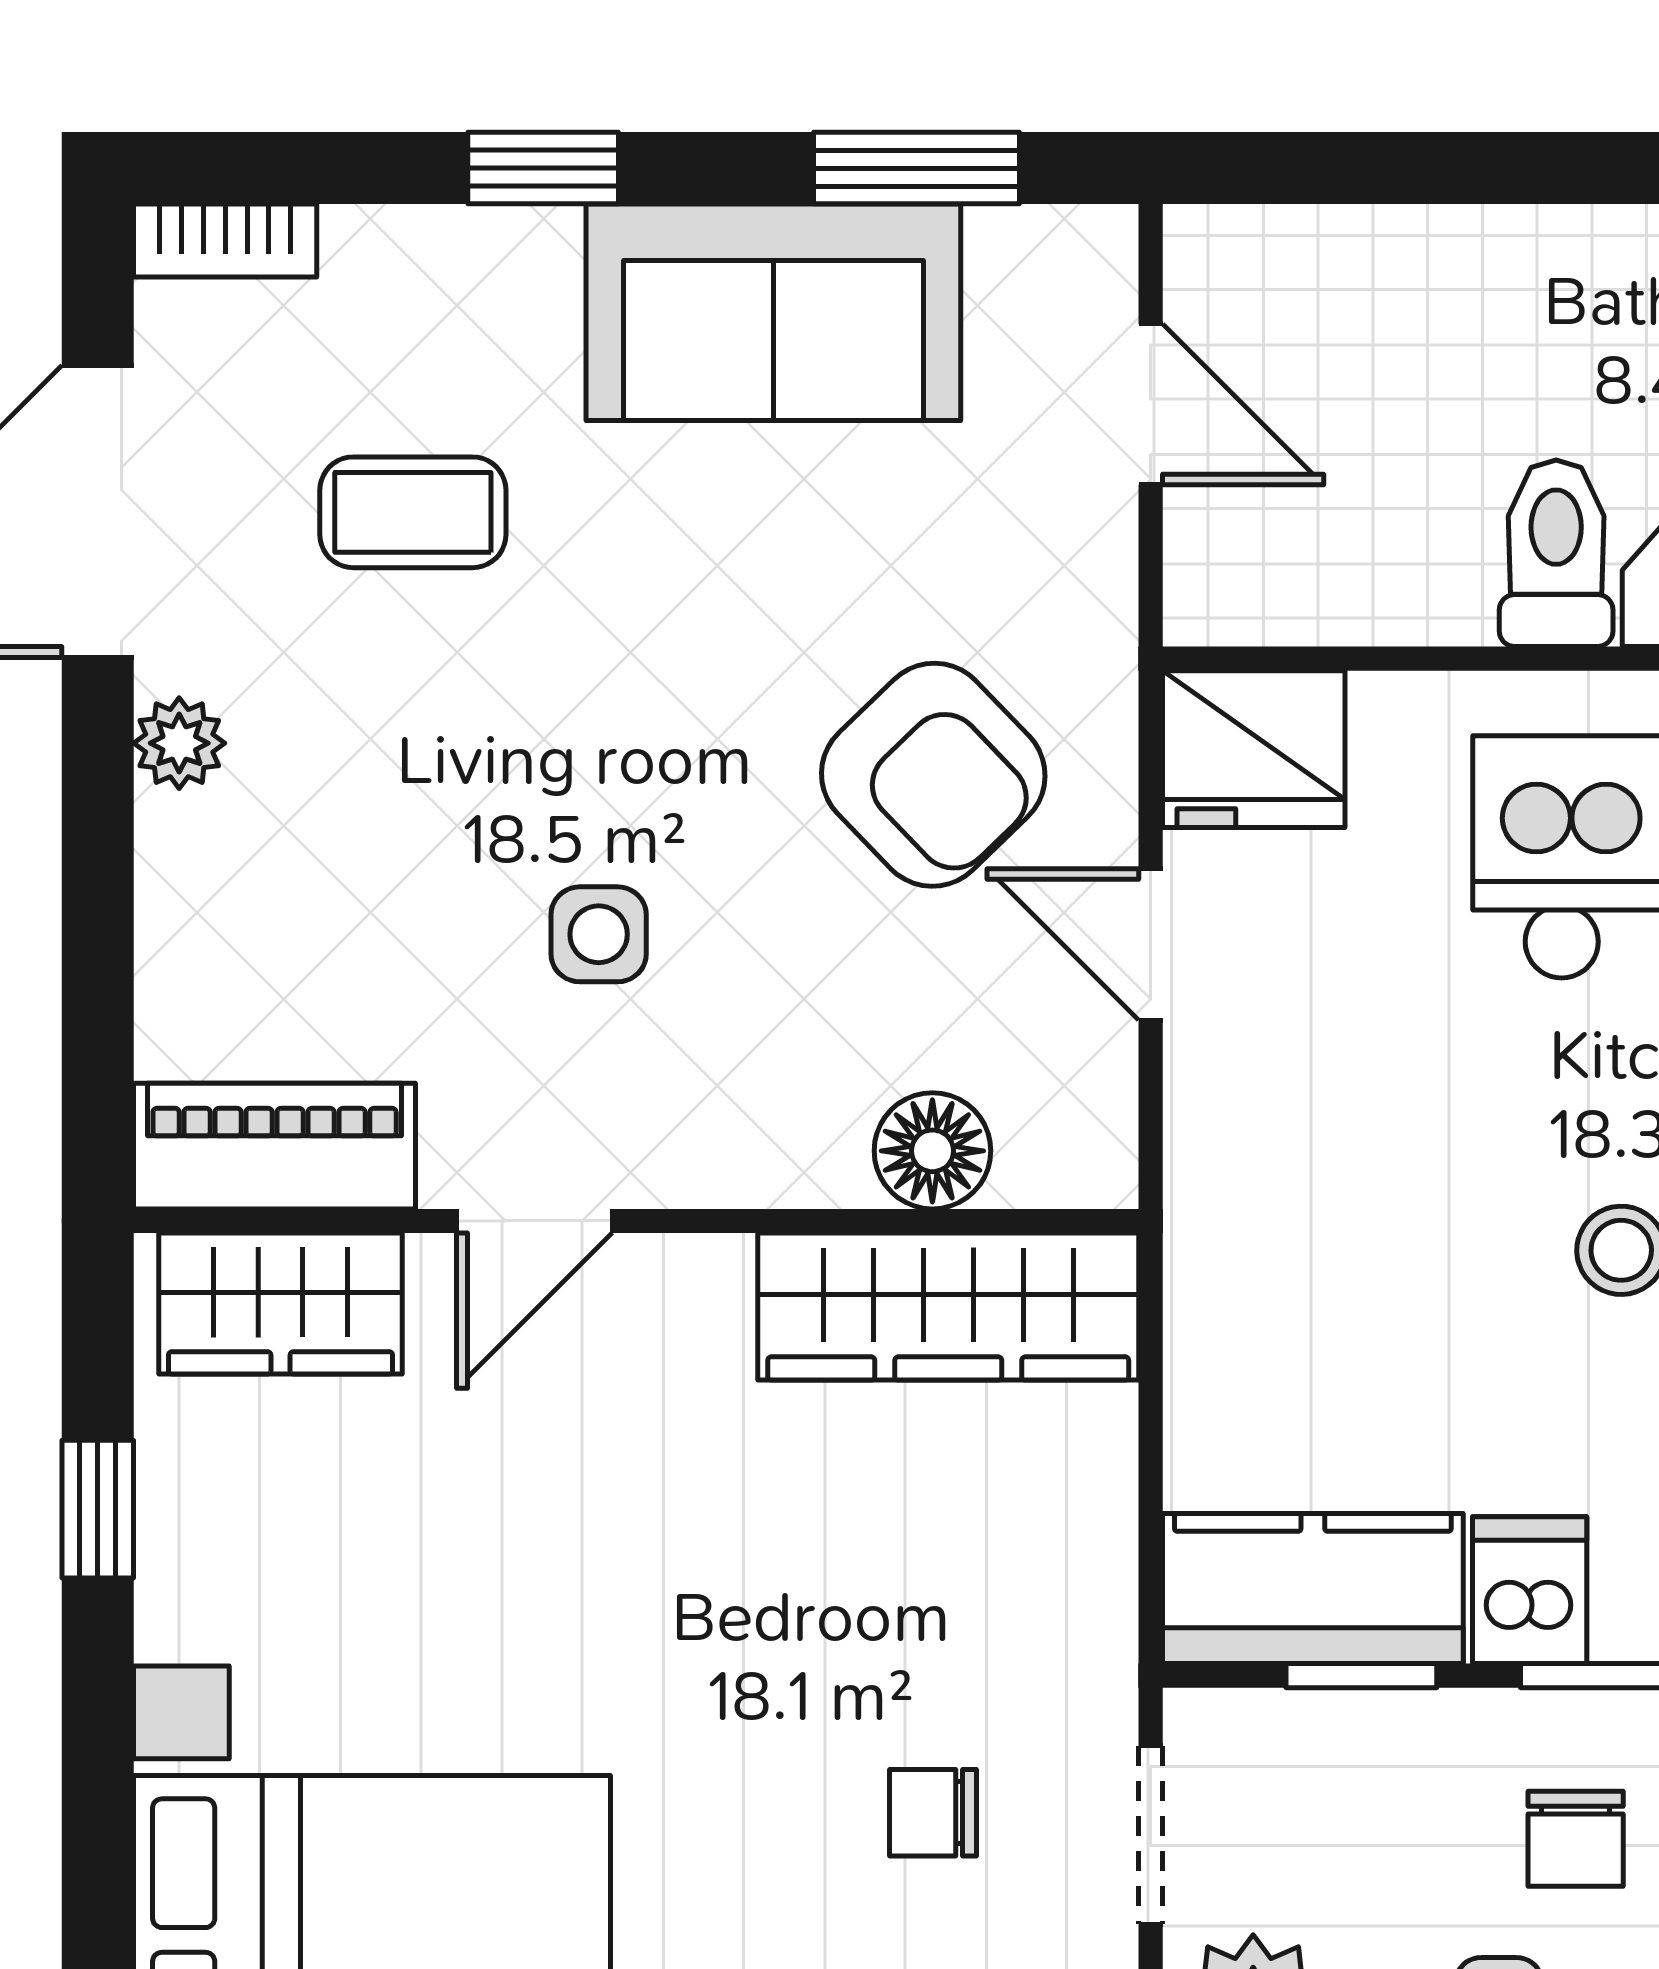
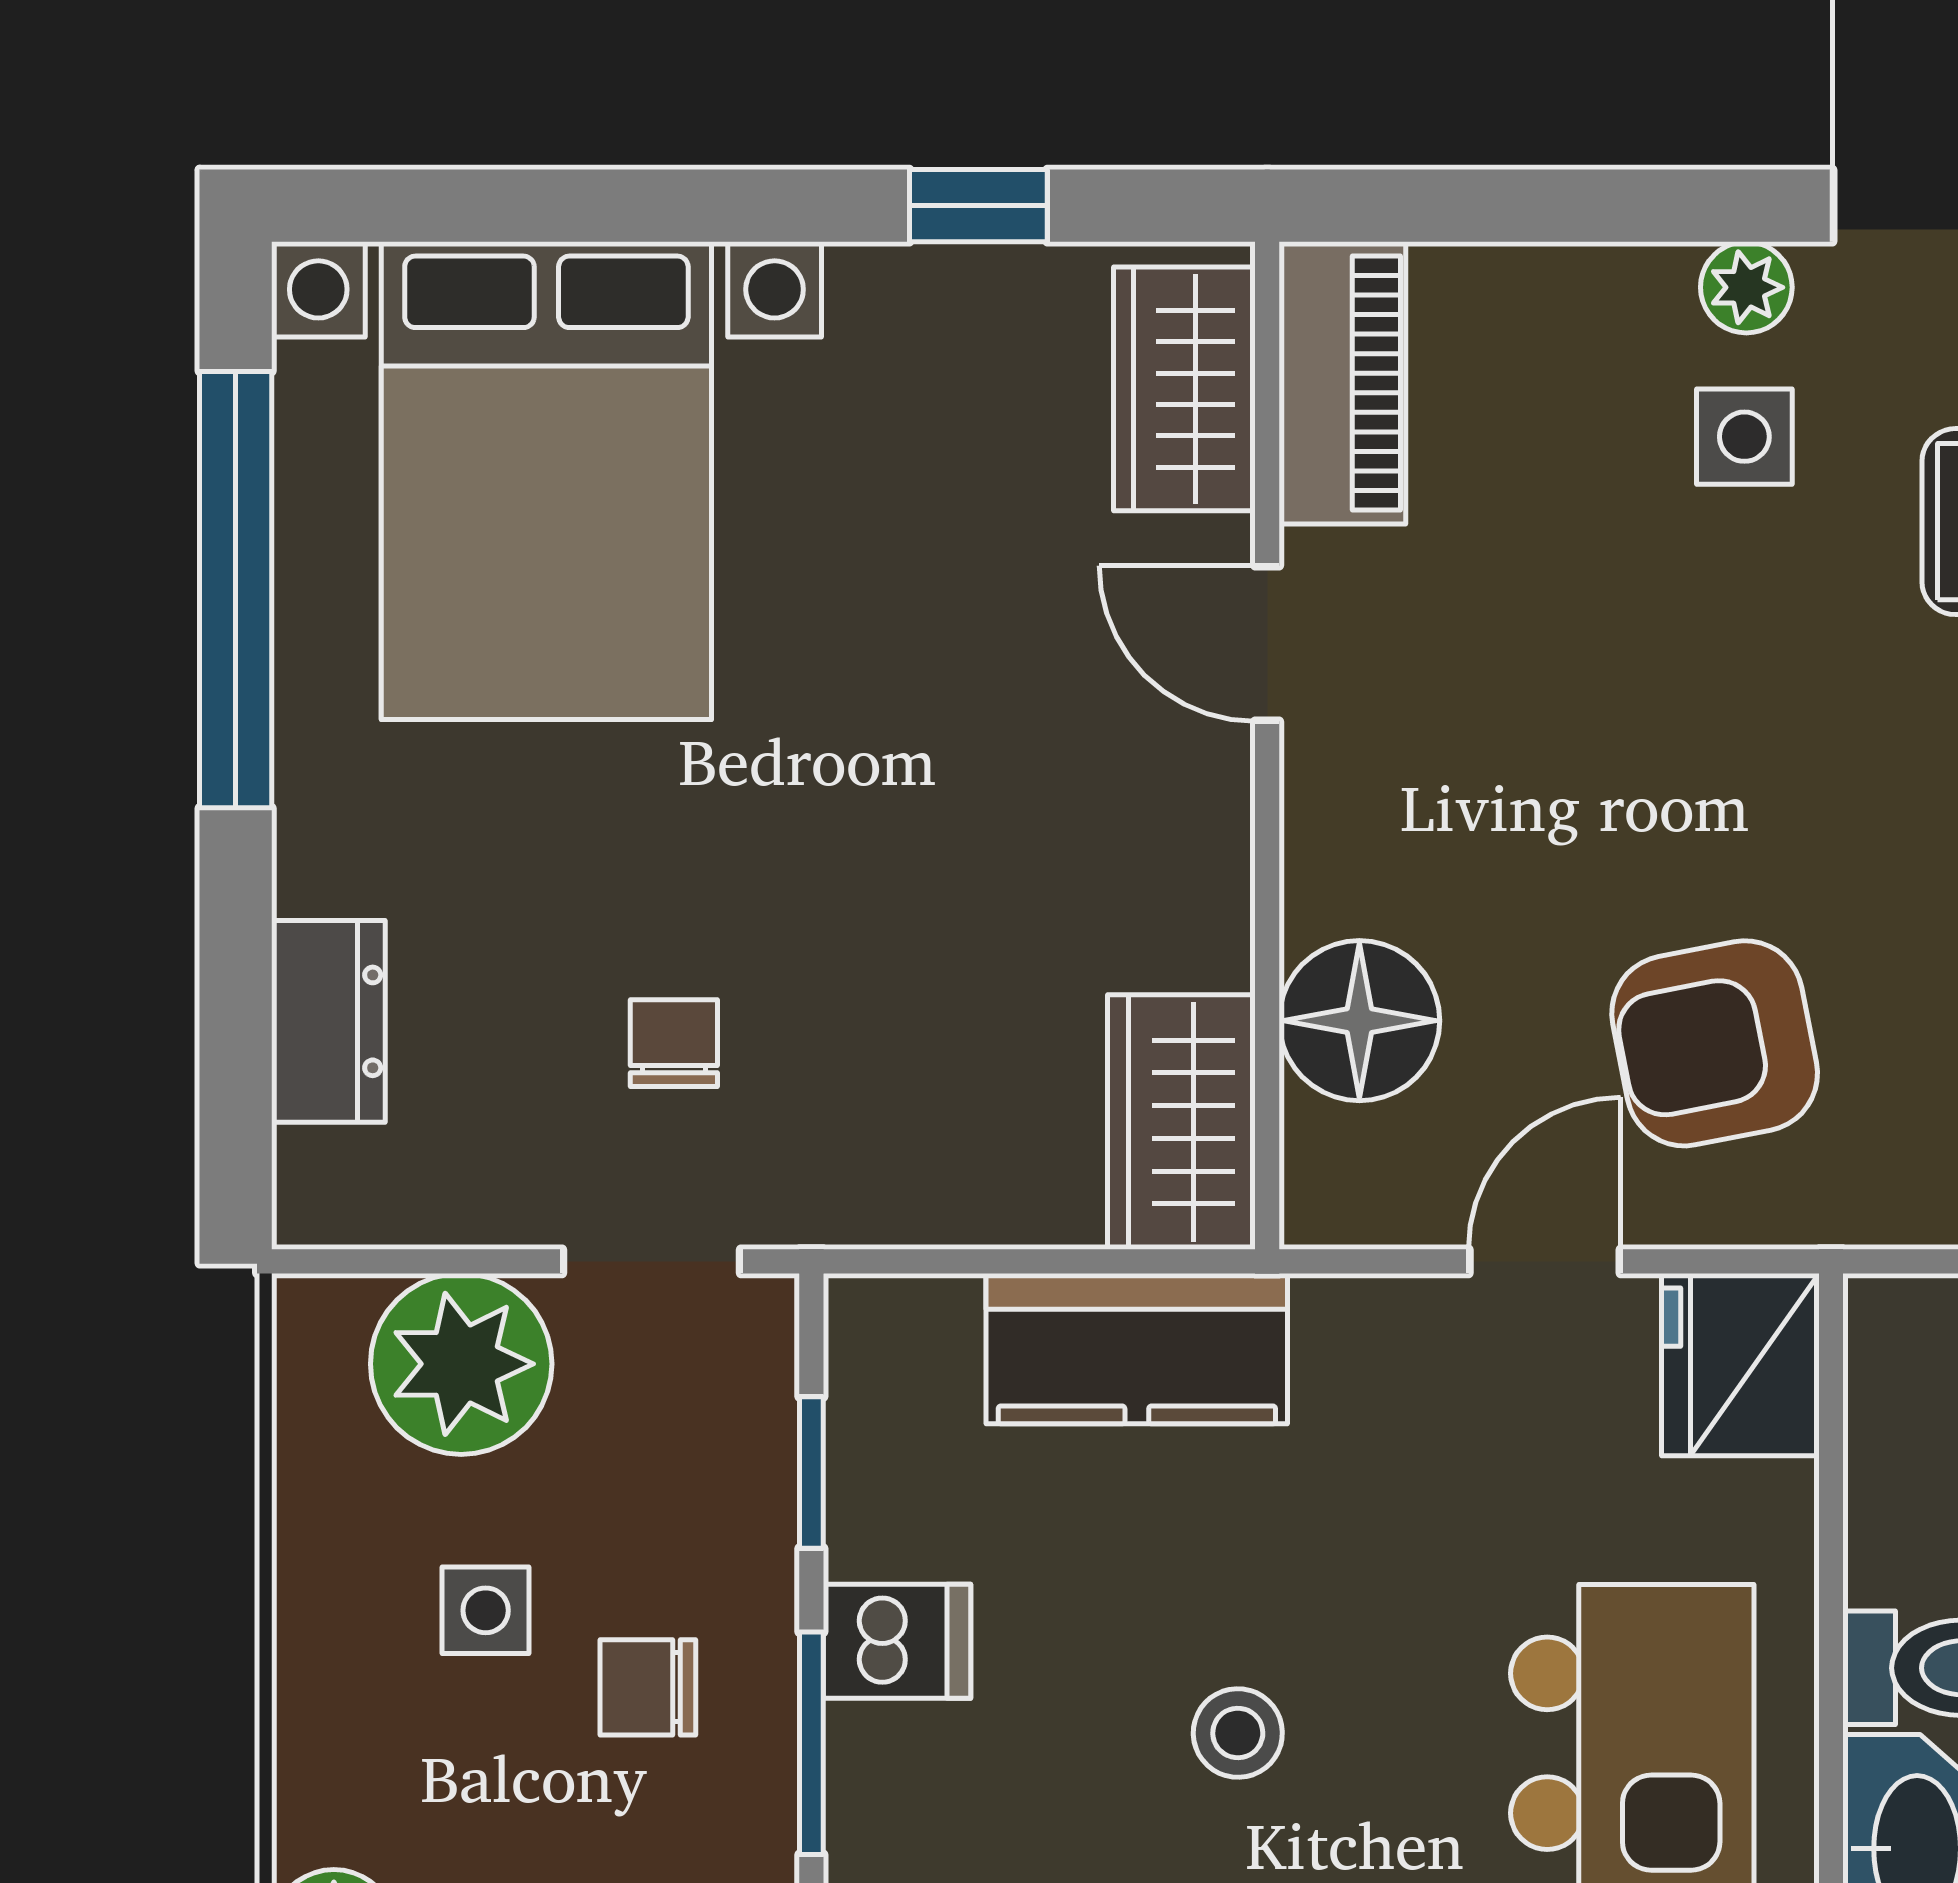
armchair: (933, 775) -> (1715, 1043), turned 33
side table: (599, 934) -> (1744, 437), moved
floor lamp: (932, 1151) -> (1359, 1021), width x1.38, depth x1.38
wardrobe: (948, 1307) -> (1181, 1122), width x0.67
kitchen counter: (1313, 1589) -> (1137, 1349), moved, turned 90

